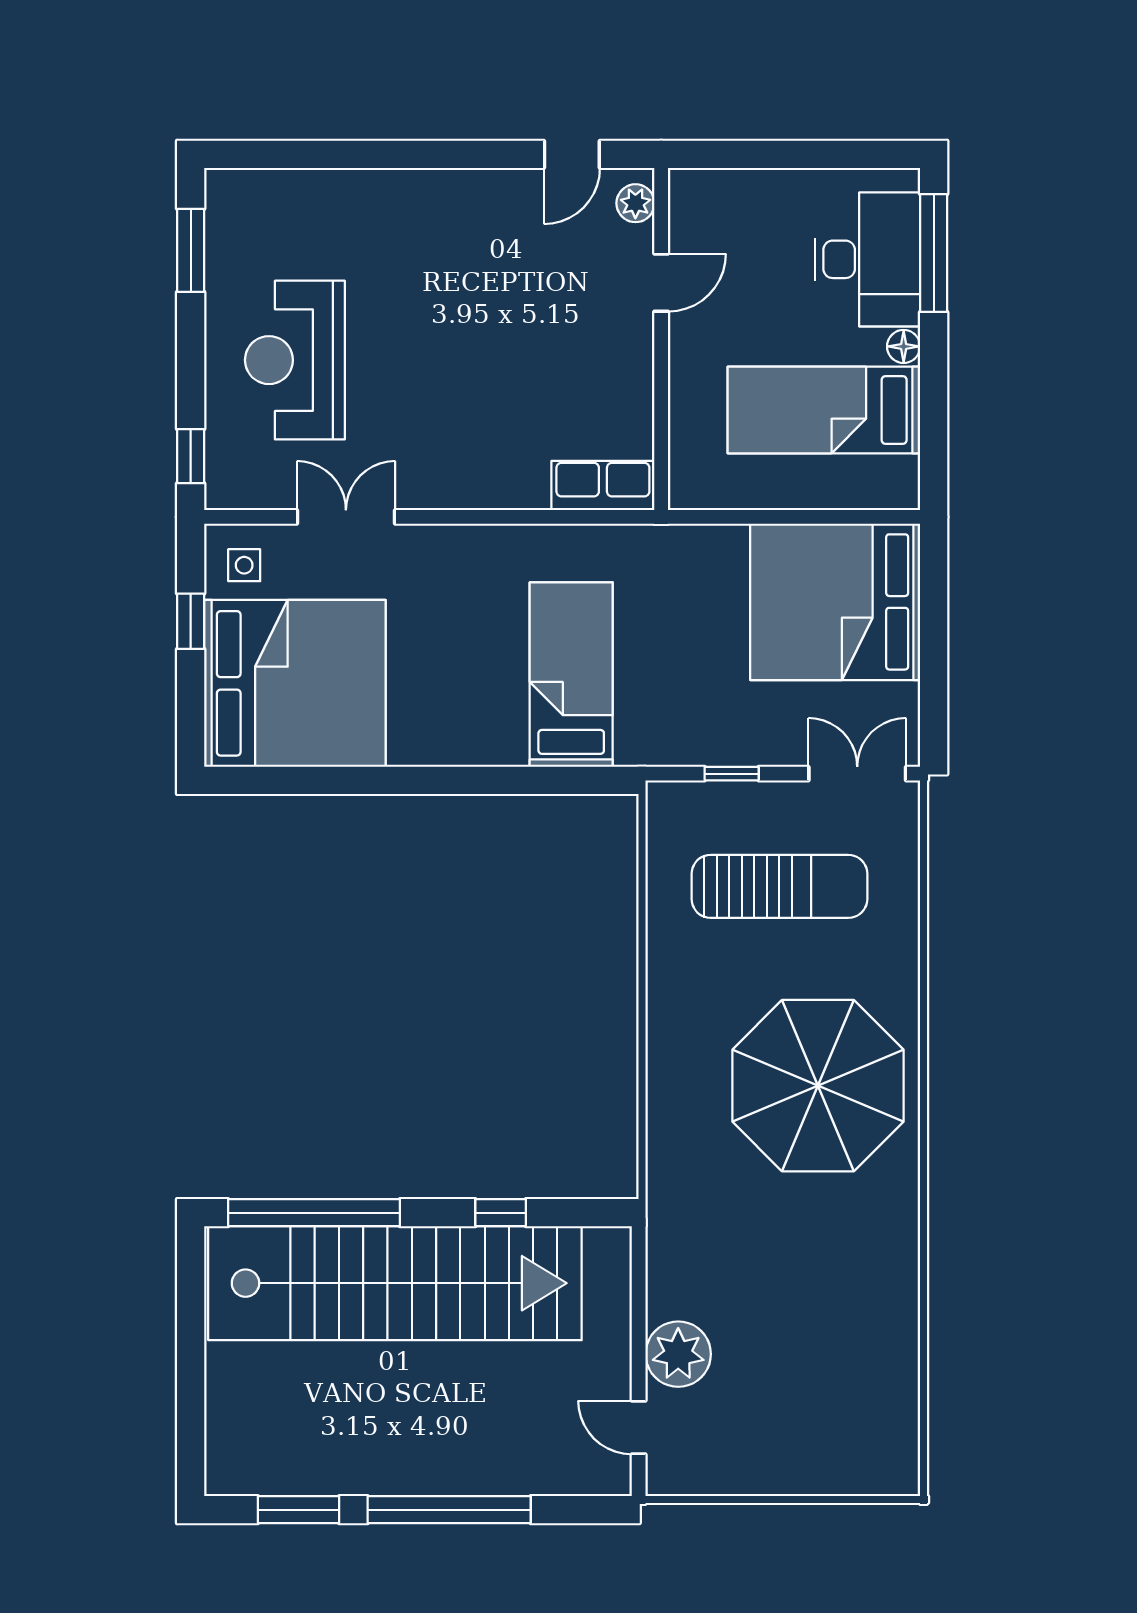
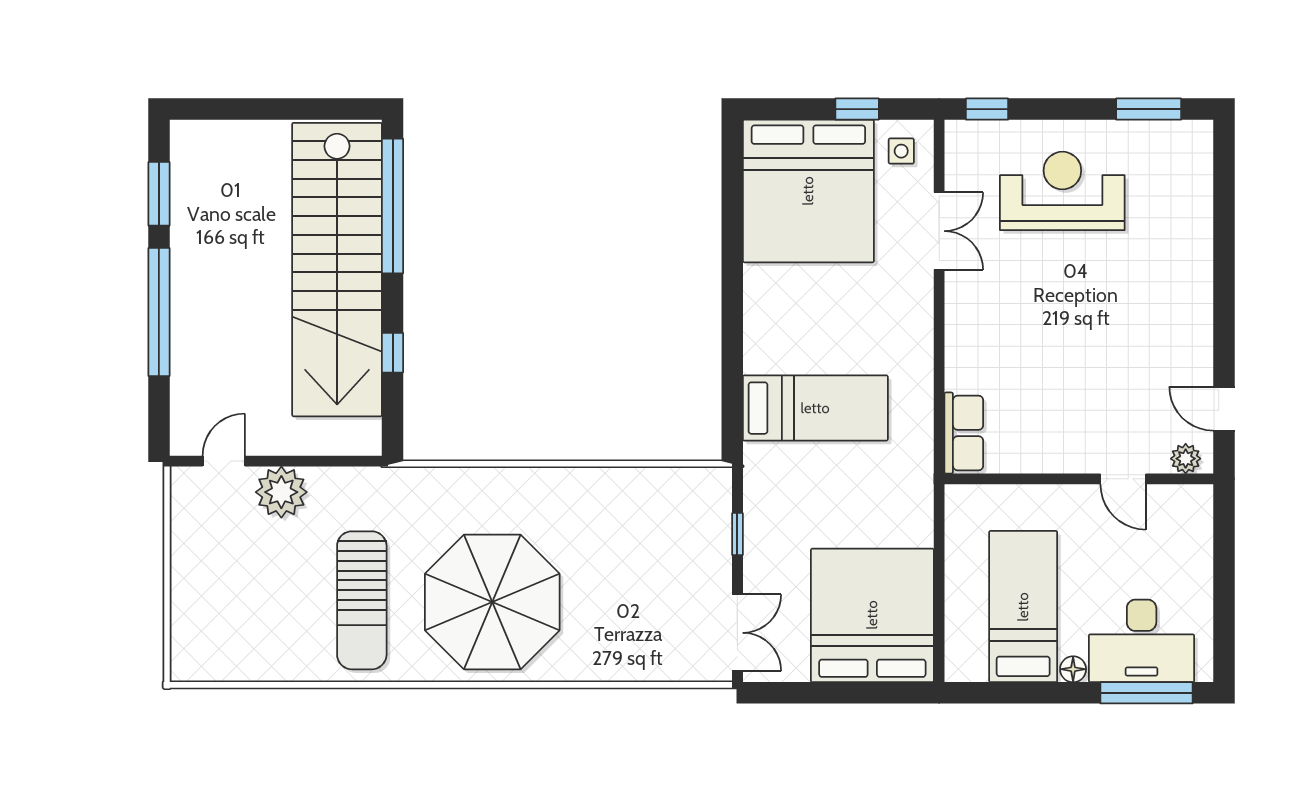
sun lounger: (779, 886) -> (362, 600), moved

